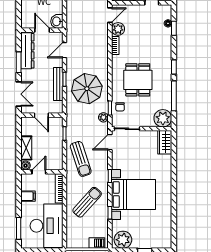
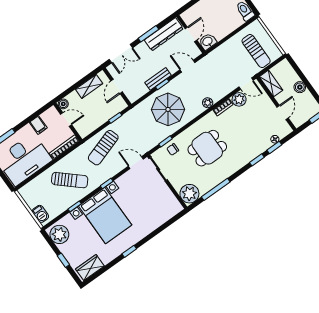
window: (174, 67) -> (257, 160), moved
bench: (58, 84) -> (158, 79), width x0.73
plant: (103, 117) -> (208, 103), moved
wardrobe: (165, 142) -> (90, 268), moved
shelving: (26, 148) -> (89, 86), moved
window: (174, 196) -> (129, 251), added

